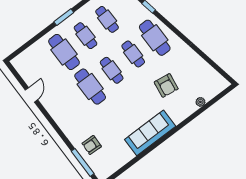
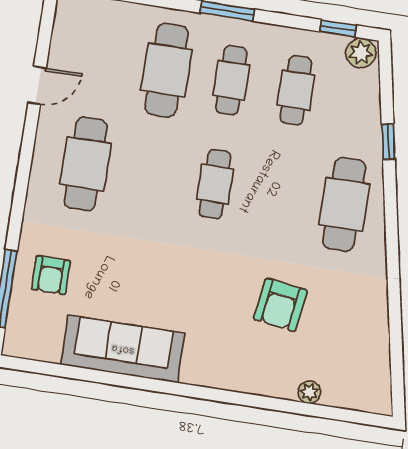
cafe table: (133, 54) -> (280, 194), removed
cafe table: (90, 87) -> (86, 164), moved
sofa: (150, 133) -> (123, 349), moved
armchair: (92, 145) -> (51, 275), turned -92

